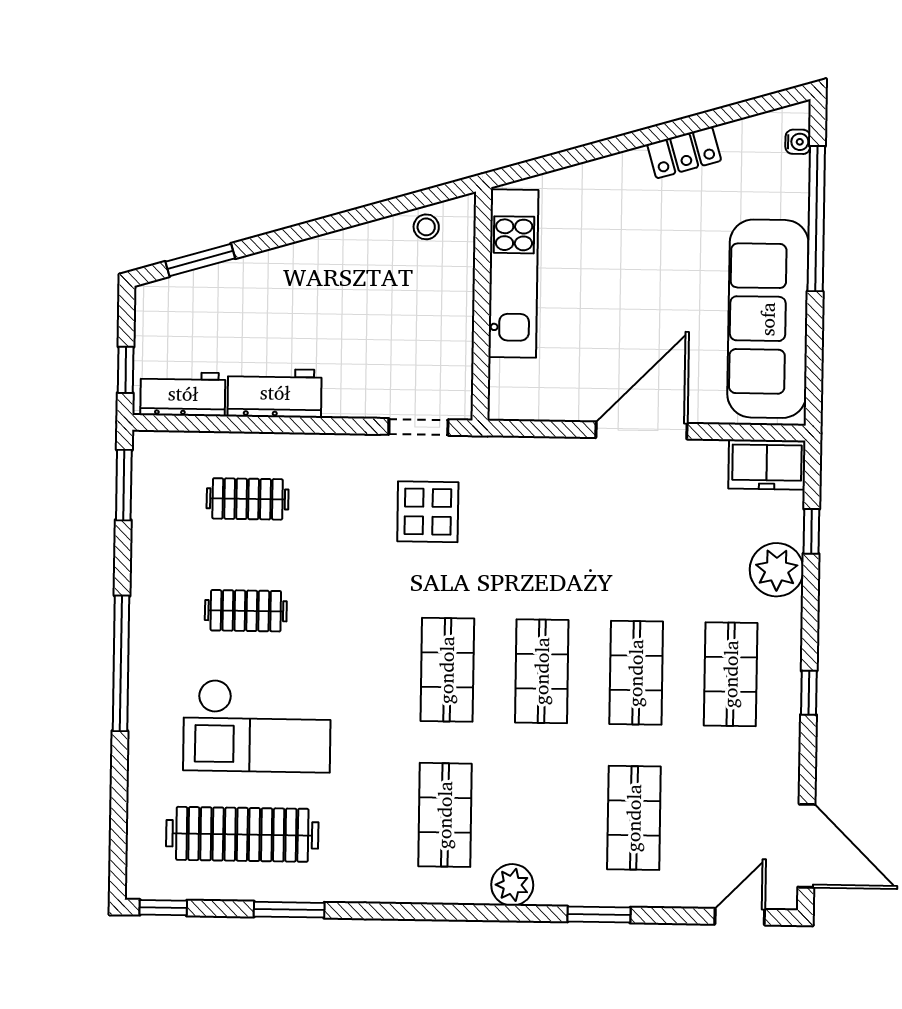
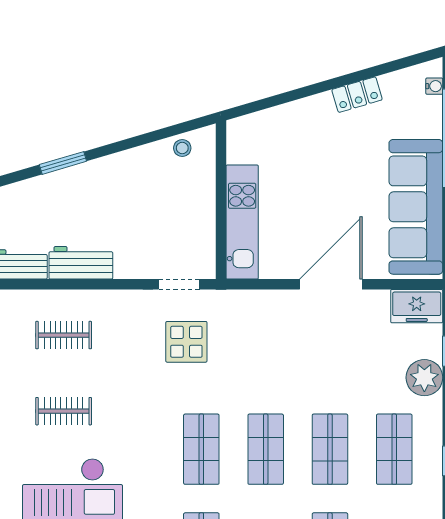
window: (200, 260) -> (63, 163), moved
kitchen unit: (513, 273) -> (242, 222), moved

